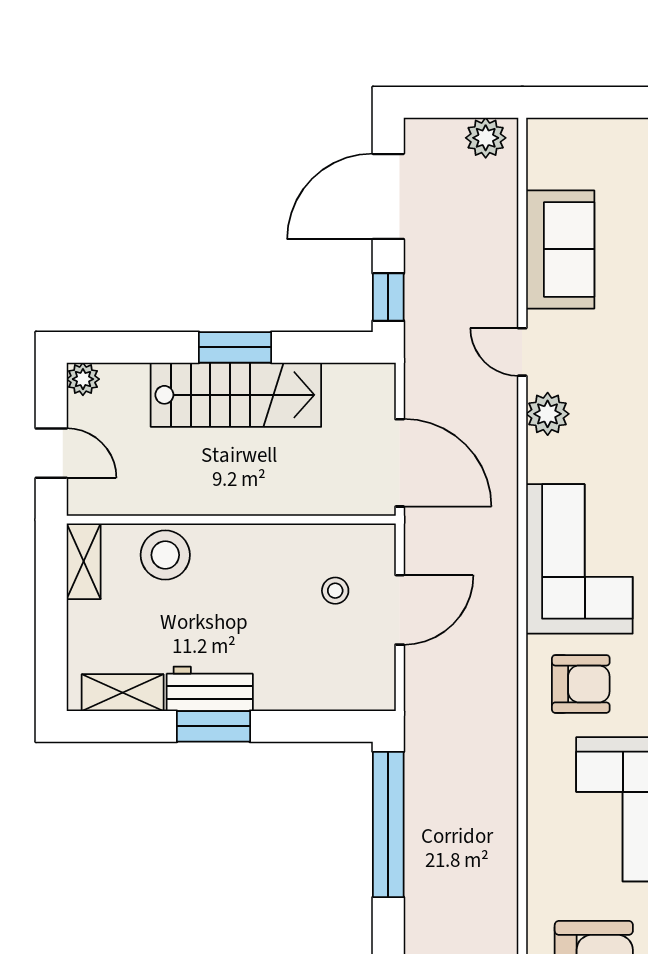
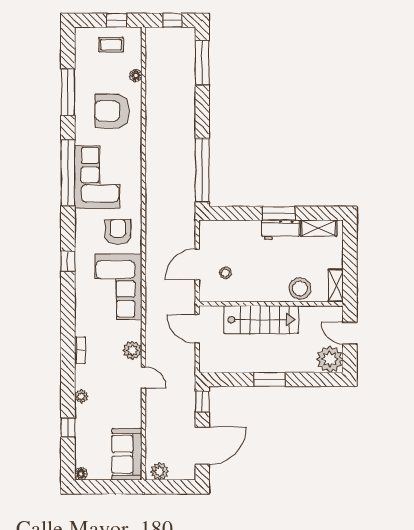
sofa: (560, 249) -> (127, 454), moved
plant: (83, 379) -> (330, 359), width x1.88, depth x1.88
stairs: (236, 395) -> (261, 320), moved, turned 180
door: (400, 463) -> (197, 329), width x0.73
armchair: (581, 684) -> (118, 232), turned 90

